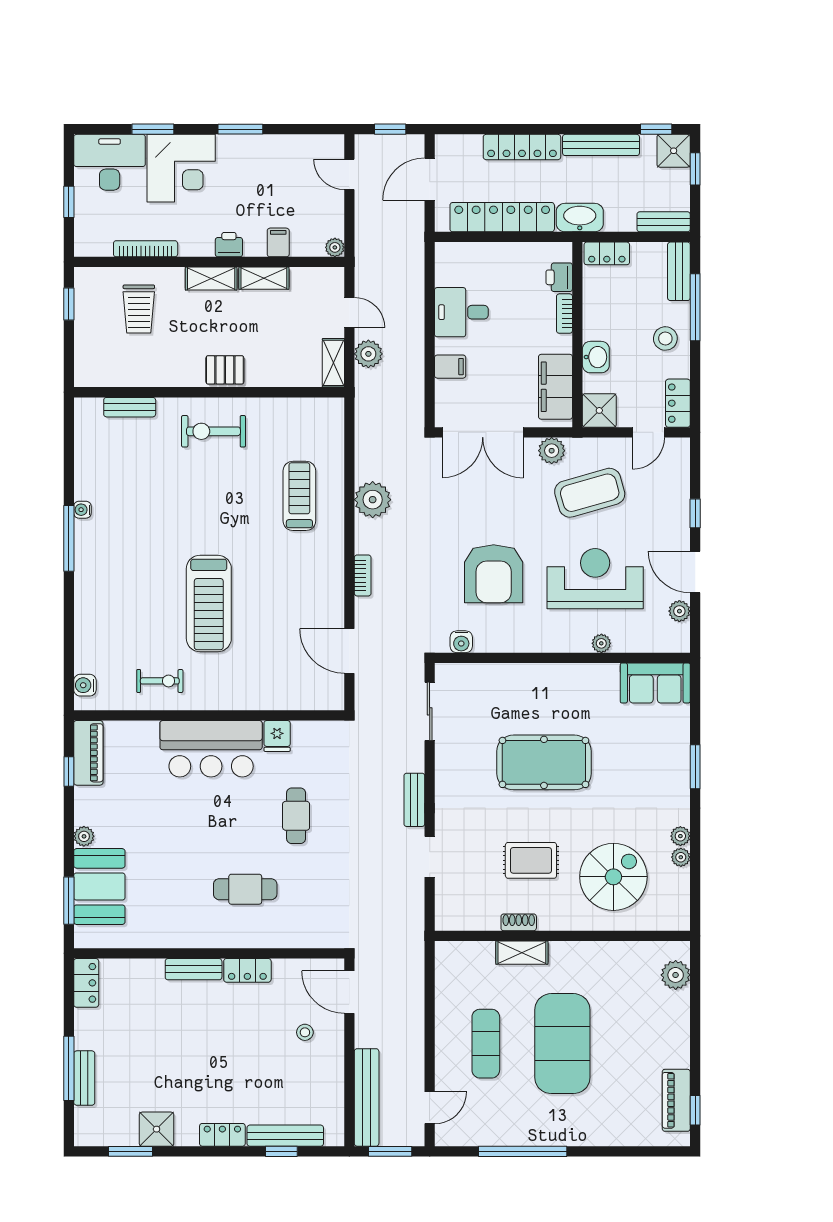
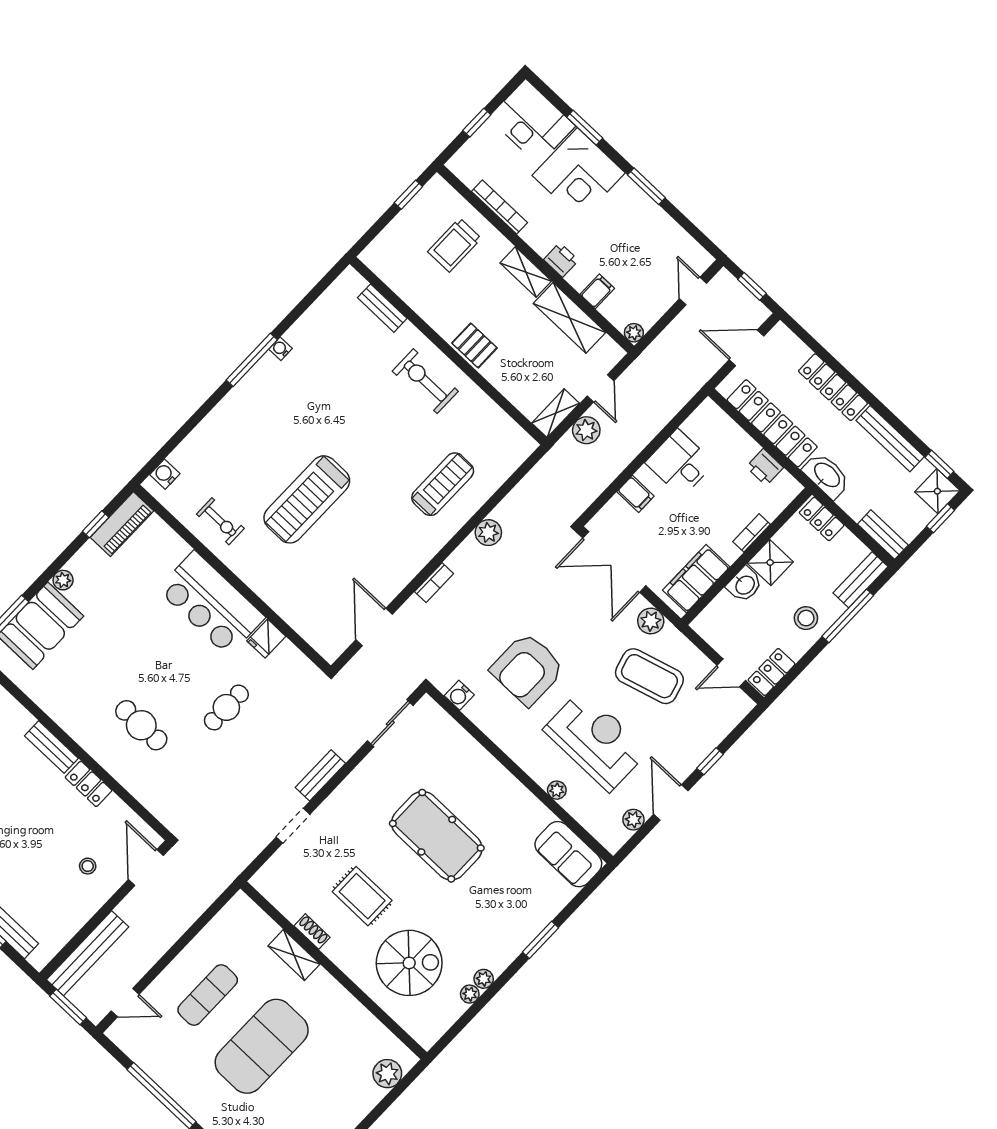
printer: (559, 277) -> (765, 467), moved, turned -90
shelving: (264, 278) -> (570, 318), width x1.50, depth x1.33
shower: (599, 410) -> (770, 562), moved
plant: (373, 500) -> (488, 533), width x0.73, depth x0.73

